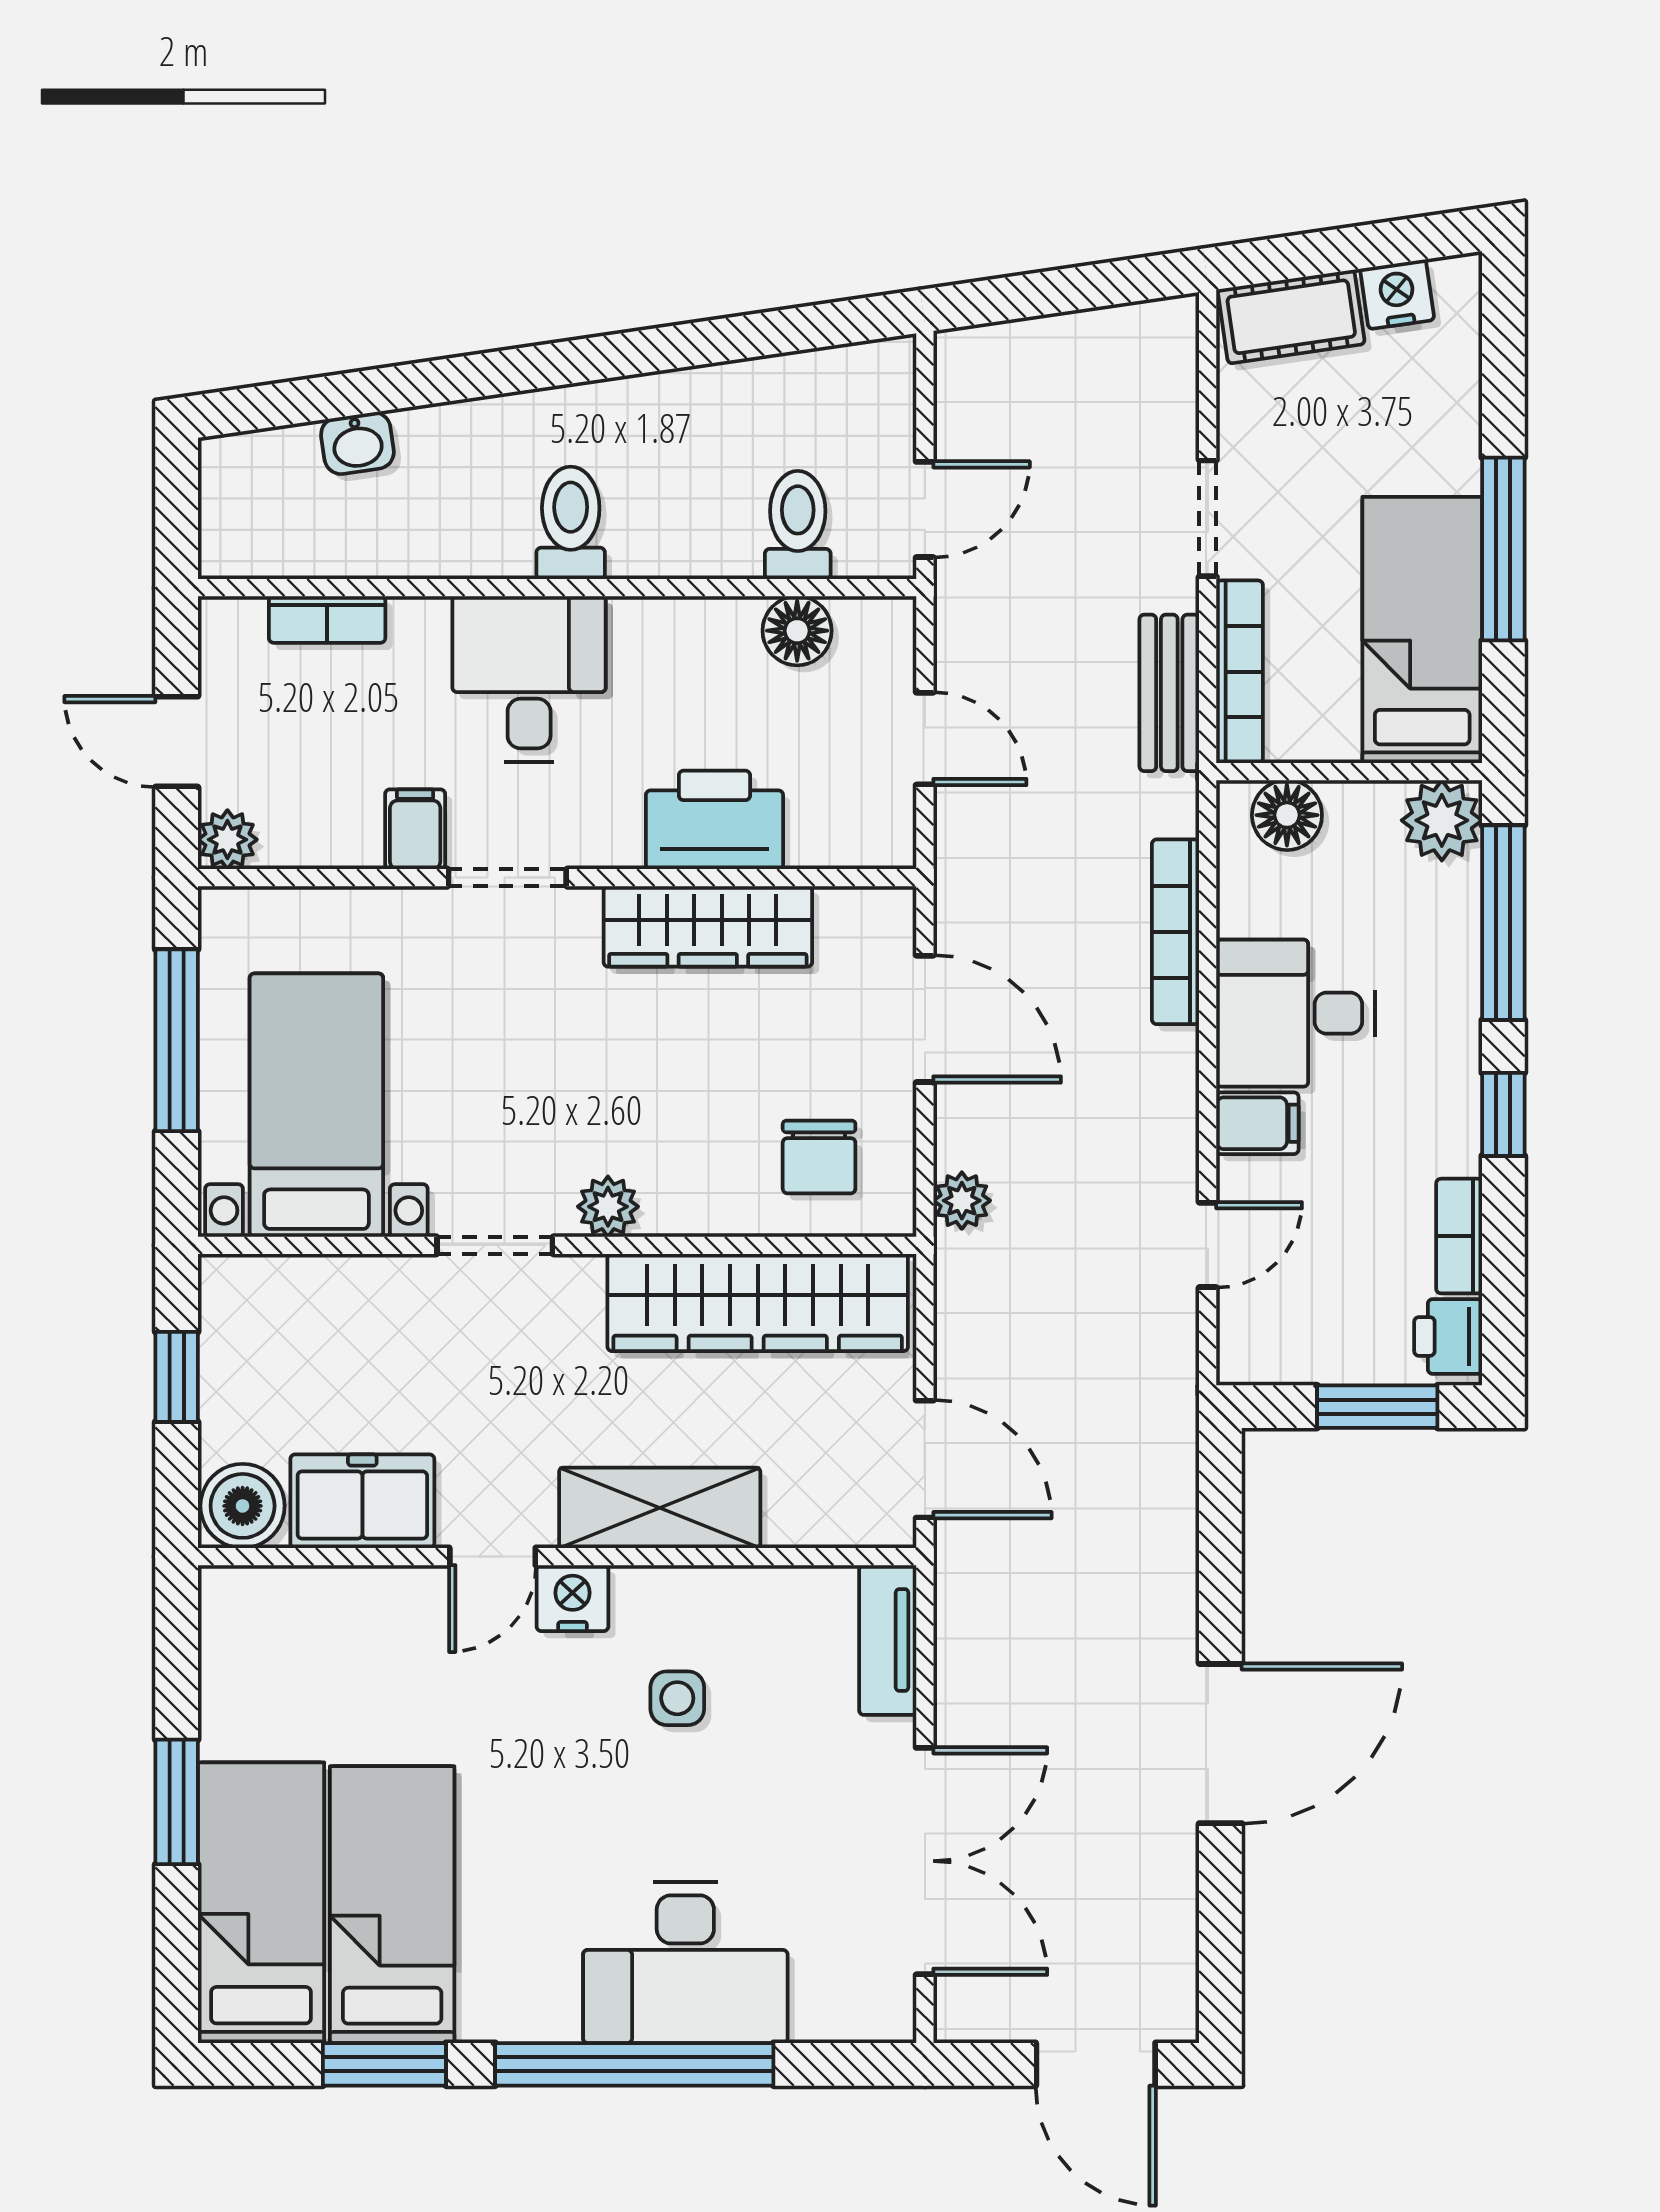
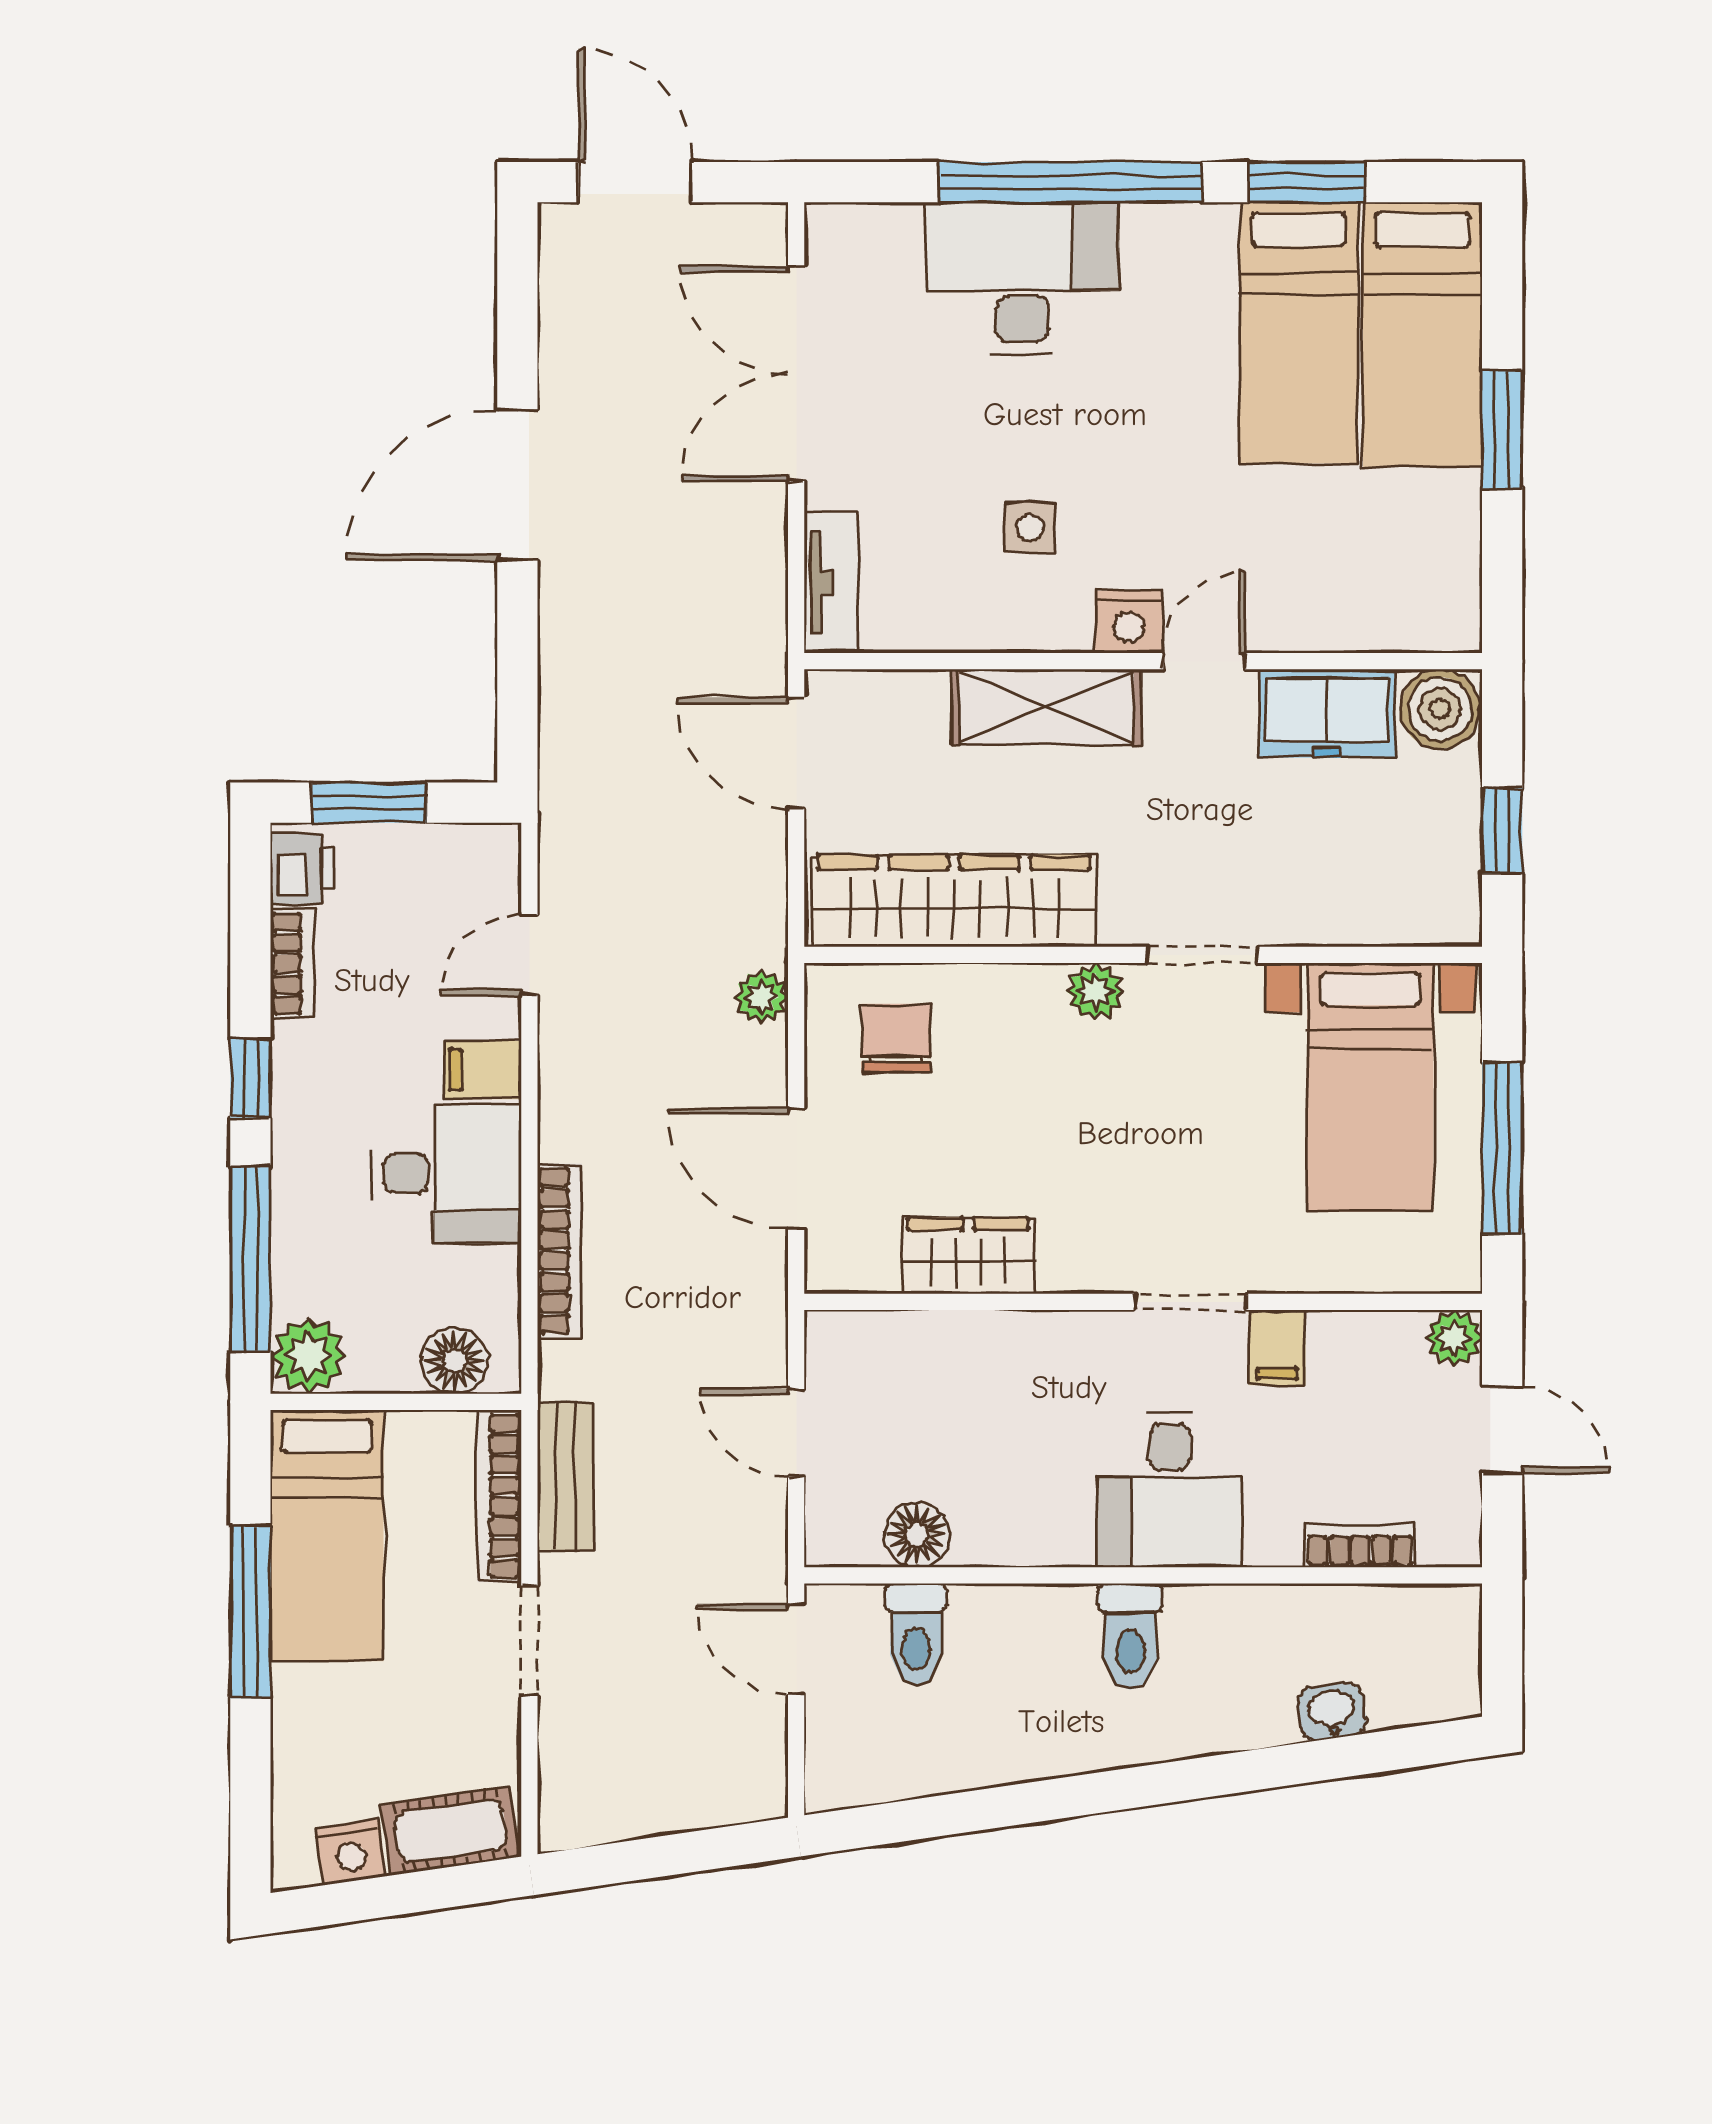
door: (925, 509) -> (796, 1649), hinge flipped
printer: (714, 820) -> (995, 1356), removed
wardrobe: (708, 926) -> (968, 1256), width x0.67

